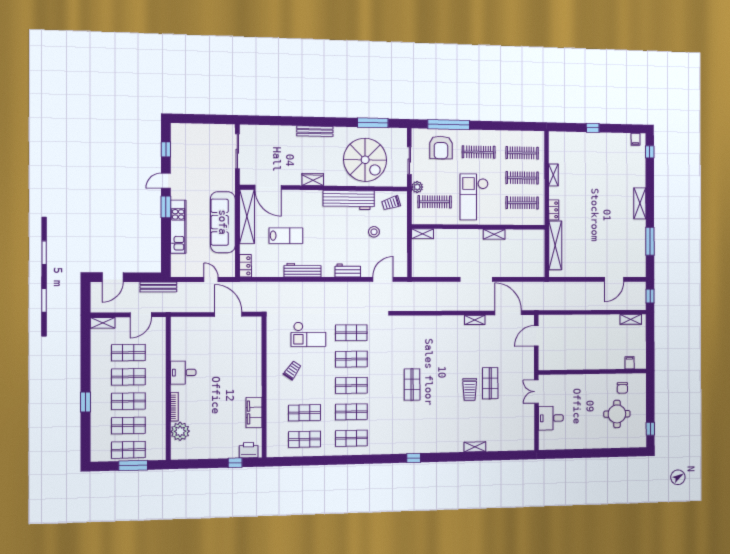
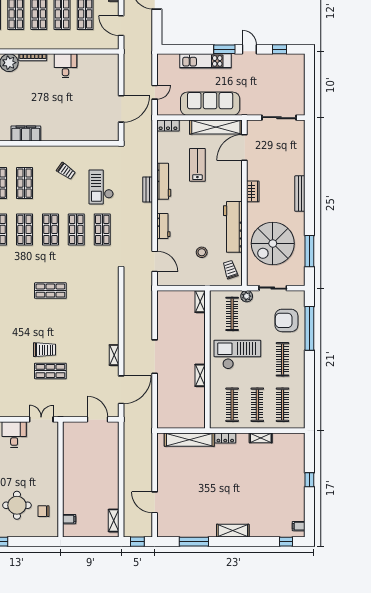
lab bench: (286, 236) -> (197, 165), turned 180
bench: (158, 287) -> (148, 190), moved, width x0.73
trolley: (470, 389) -> (45, 350), turned 180

